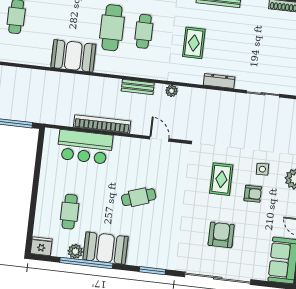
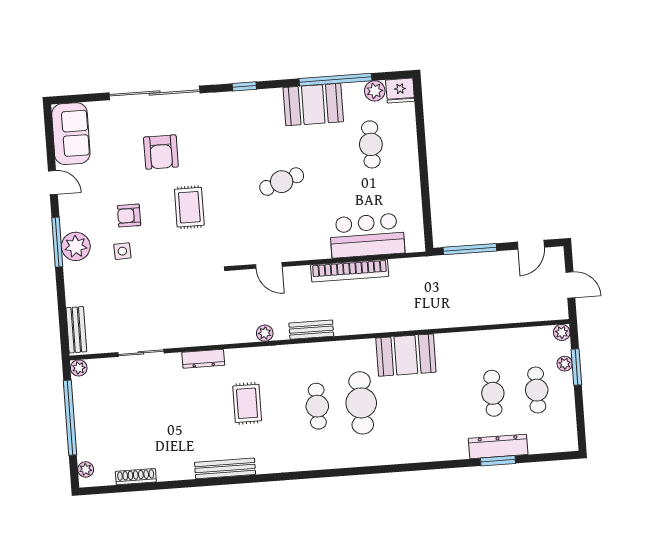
rug: (221, 179) -> (189, 207), moved
plant: (75, 251) -> (375, 91), moved
window: (152, 271) -> (244, 86), width x0.67

